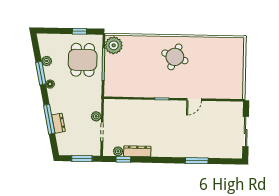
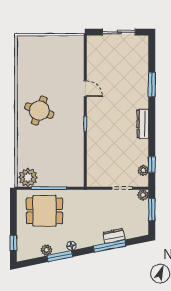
window: (79, 31) -> (13, 243), moved
plant: (96, 116) -> (143, 195), moved
dresser: (137, 151) -> (143, 124), moved

